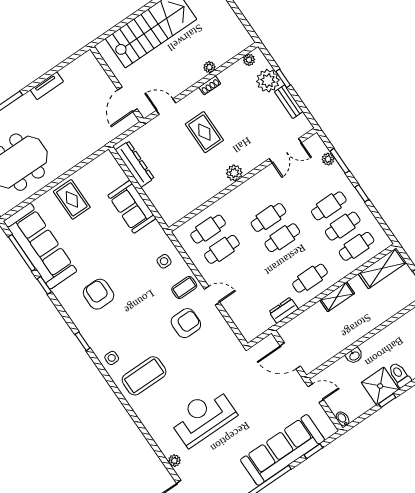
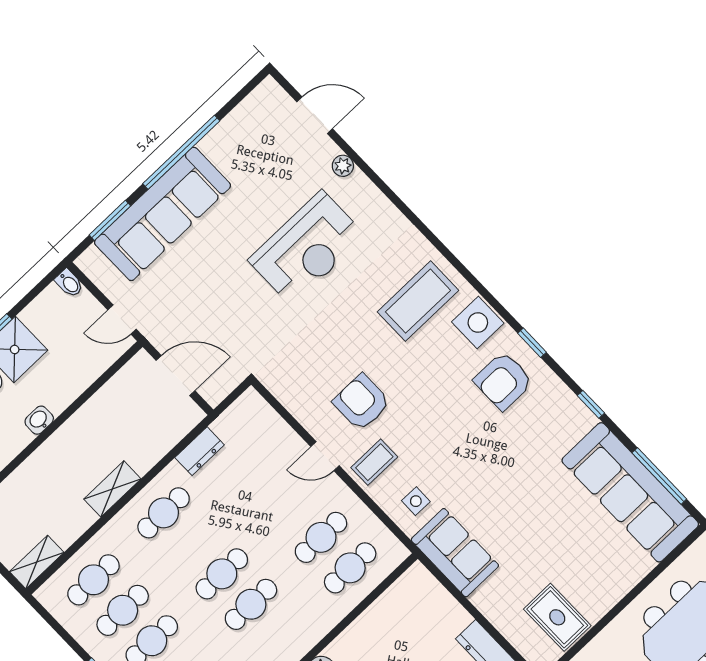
rug: (72, 199) -> (557, 617), moved
sofa: (132, 207) -> (455, 553), moved
shelving: (382, 268) -> (37, 562), width x0.67, depth x0.75
window: (44, 285) -> (591, 404), moved
armchair: (99, 294) -> (503, 381), moved, turned 90
armchair: (186, 323) -> (362, 402), turned 90
washbasin: (354, 356) -> (39, 420), moved
side table: (112, 358) -> (478, 323), width x1.87, depth x1.87
window: (313, 451) -> (110, 220), width x1.50

